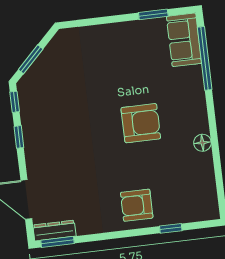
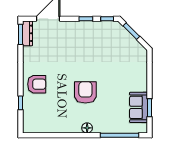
sofa: (184, 40) -> (139, 107), moved, turned -90
armchair: (141, 123) -> (85, 92), turned 180
floor lamp: (202, 143) -> (87, 128), moved
armchair: (137, 205) -> (37, 84), turned 90

